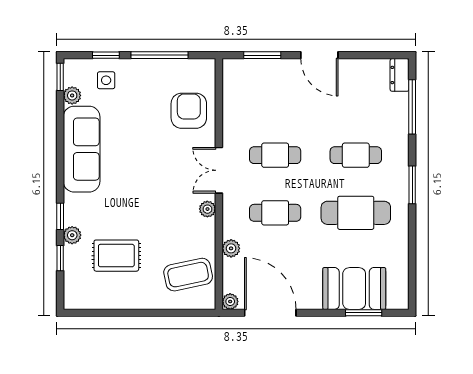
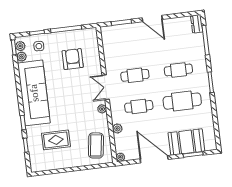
armchair: (189, 111) -> (73, 59), moved
sofa: (82, 149) -> (34, 93), width x1.36, depth x1.27
plant: (72, 235) -> (20, 46), moved
coffee table: (188, 275) -> (96, 145), turned -70
door: (270, 313) -> (154, 159), moved

